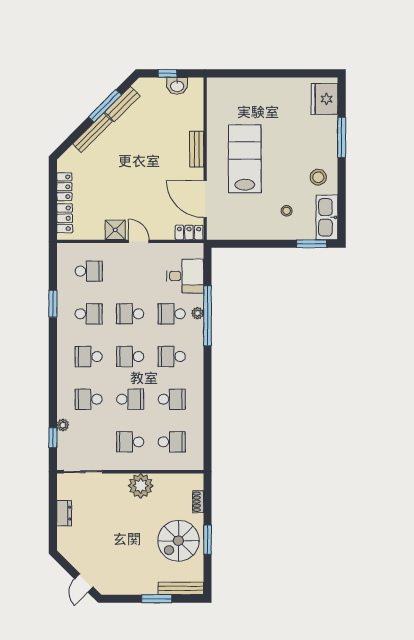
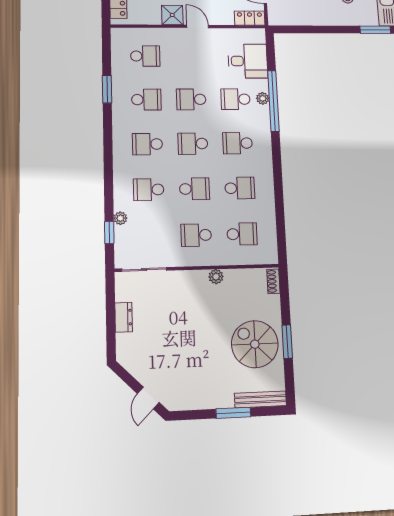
plant: (141, 486) -> (216, 277), width x0.53, depth x0.53
shoe rack: (198, 502) -> (273, 281), moved
spiral stairs: (178, 541) -> (255, 344), turned 90

